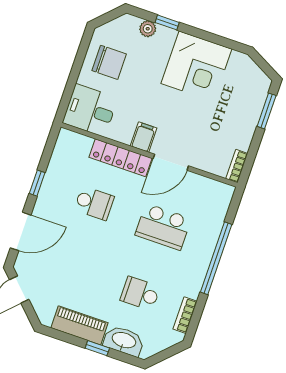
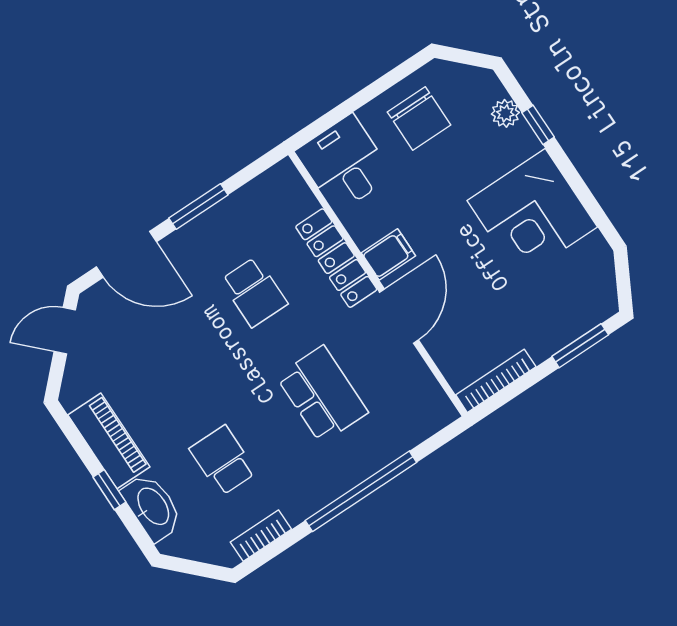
door: (171, 162) -> (399, 316), swing flipped
bookcase: (237, 166) -> (496, 381), width x1.56
window: (37, 183) -> (198, 206), width x1.50
school desk: (163, 227) -> (322, 395), turned 180

